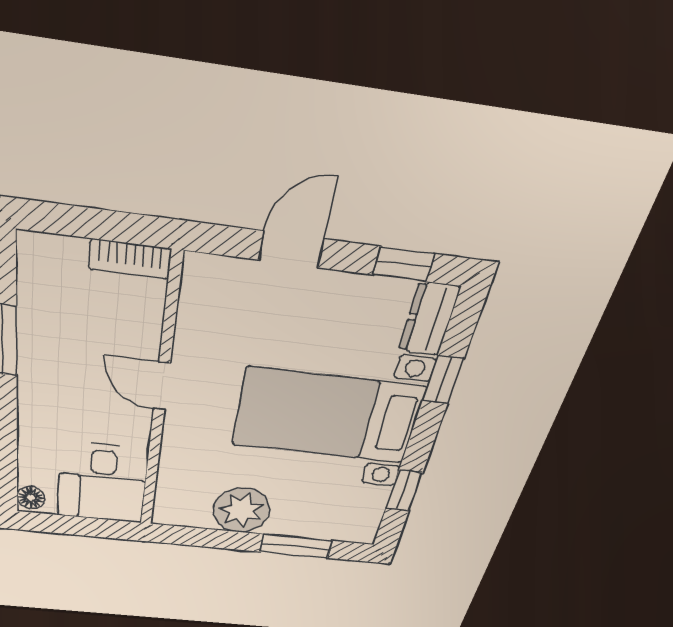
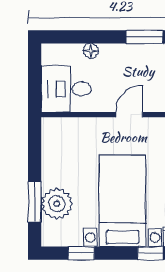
floor lamp: (31, 498) -> (91, 51), moved
plant: (241, 510) -> (57, 204), moved

